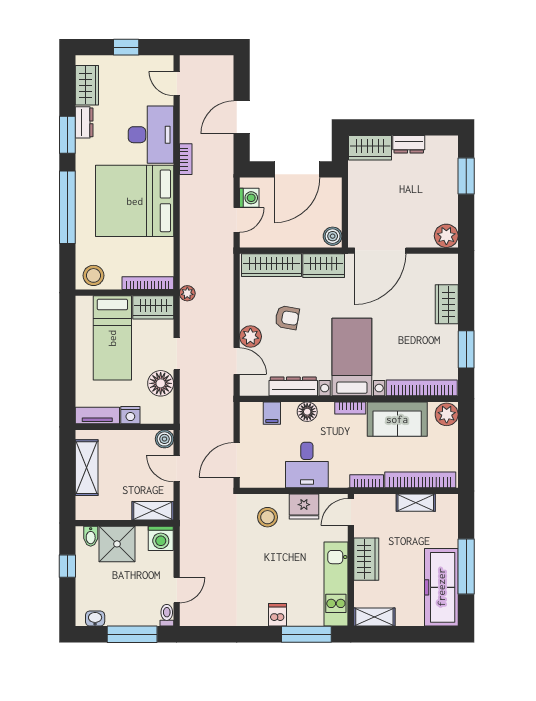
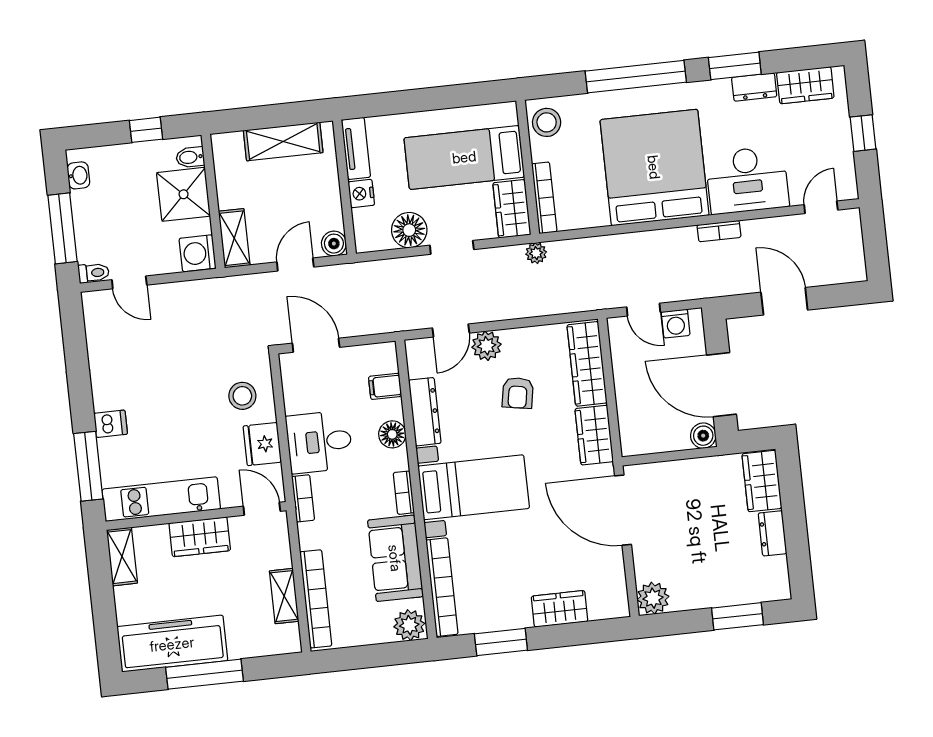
boiler: (333, 236) -> (703, 436), moved
bookcase: (367, 481) -> (303, 498), moved

